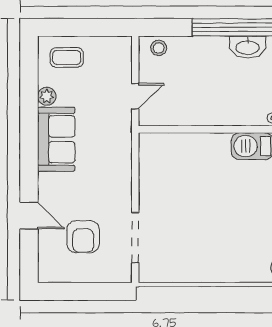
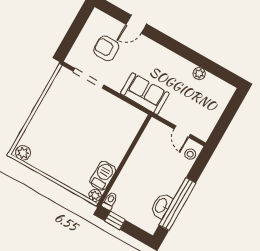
coffee table: (67, 57) -> (215, 98), removed
door: (135, 96) -> (182, 132), moved
sofa: (56, 139) -> (145, 94), moved, turned 180

